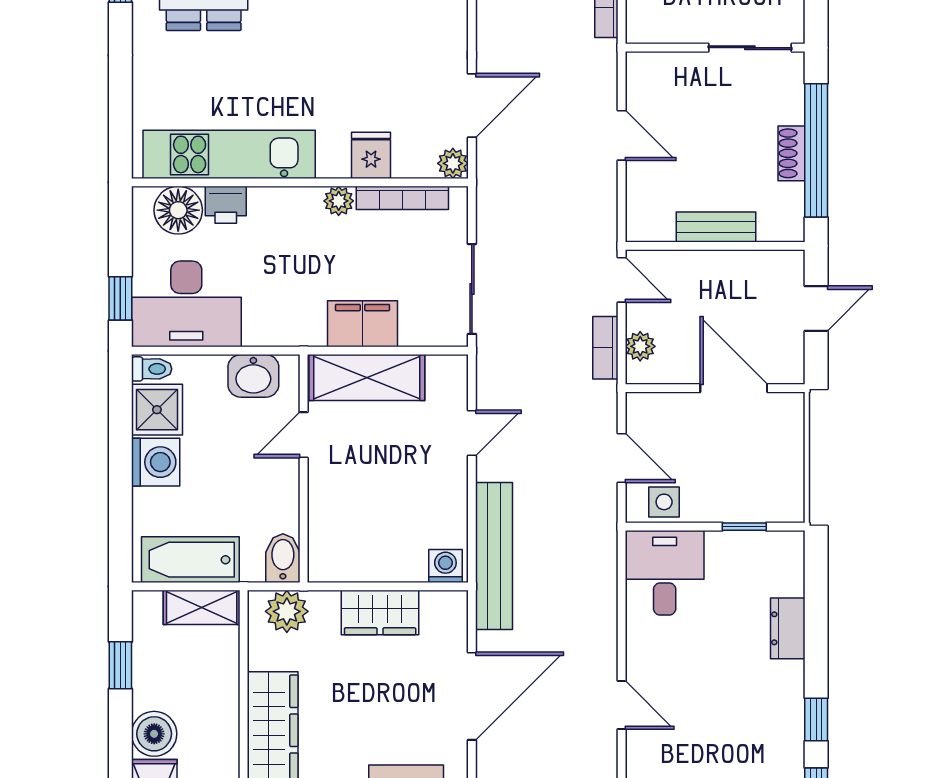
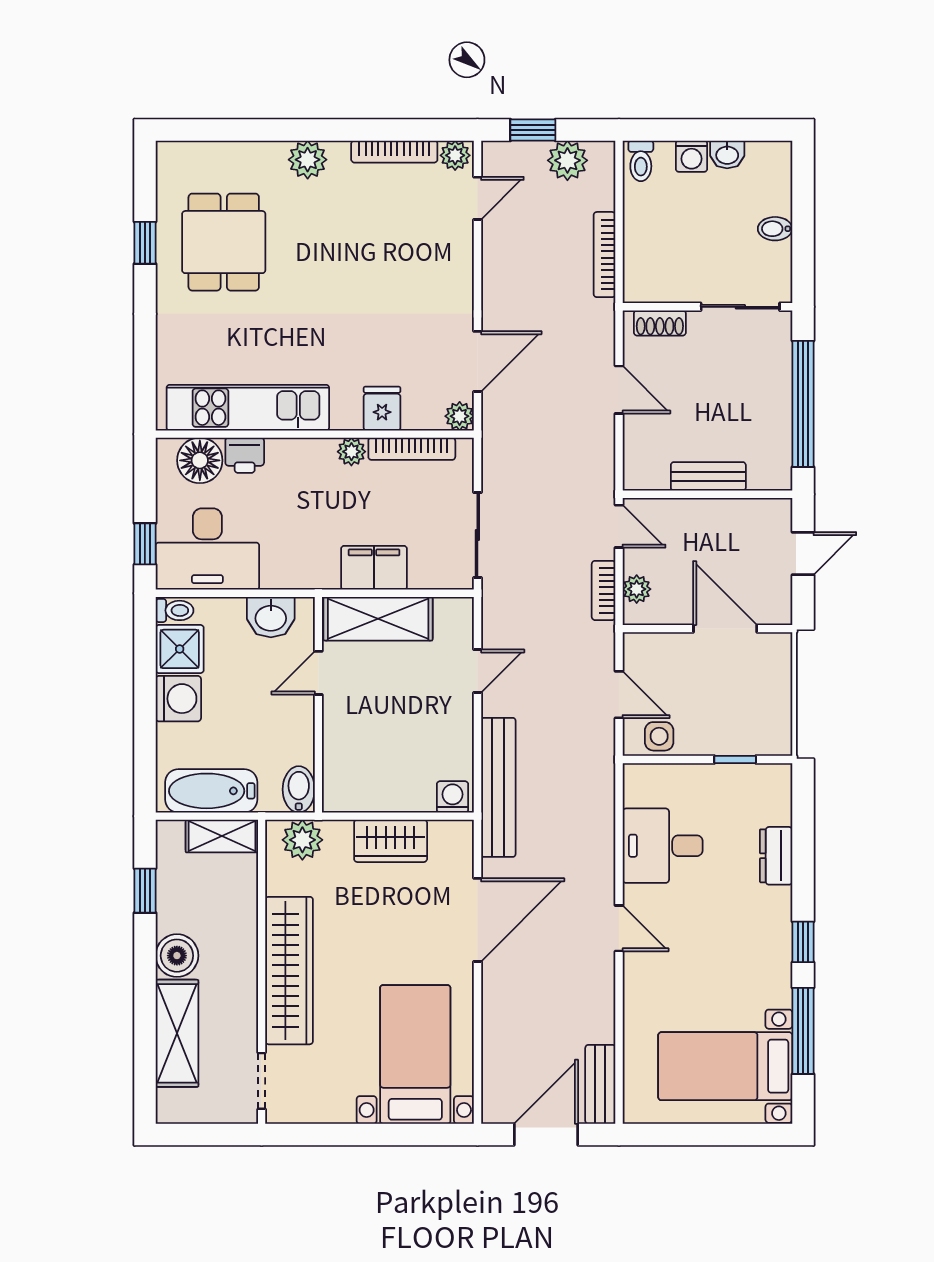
shoe rack: (791, 153) -> (660, 323), moved, turned -90
desk: (665, 573) -> (663, 846), moved, turned -90

